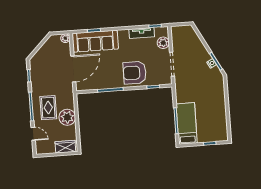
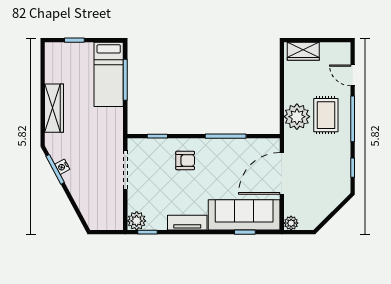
tv unit: (142, 33) -> (187, 223), moved
plant: (163, 43) -> (137, 221), moved
armchair: (135, 73) -> (185, 160), width x0.53, depth x0.53
wardrobe: (219, 100) -> (54, 108), added
plant: (67, 117) -> (297, 117), moved

